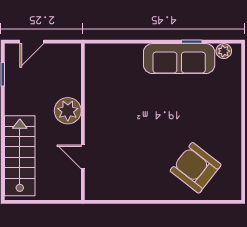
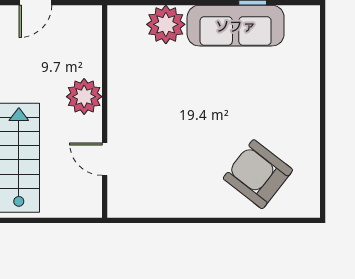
plant: (224, 51) -> (166, 24), moved, width x1.87, depth x1.87

